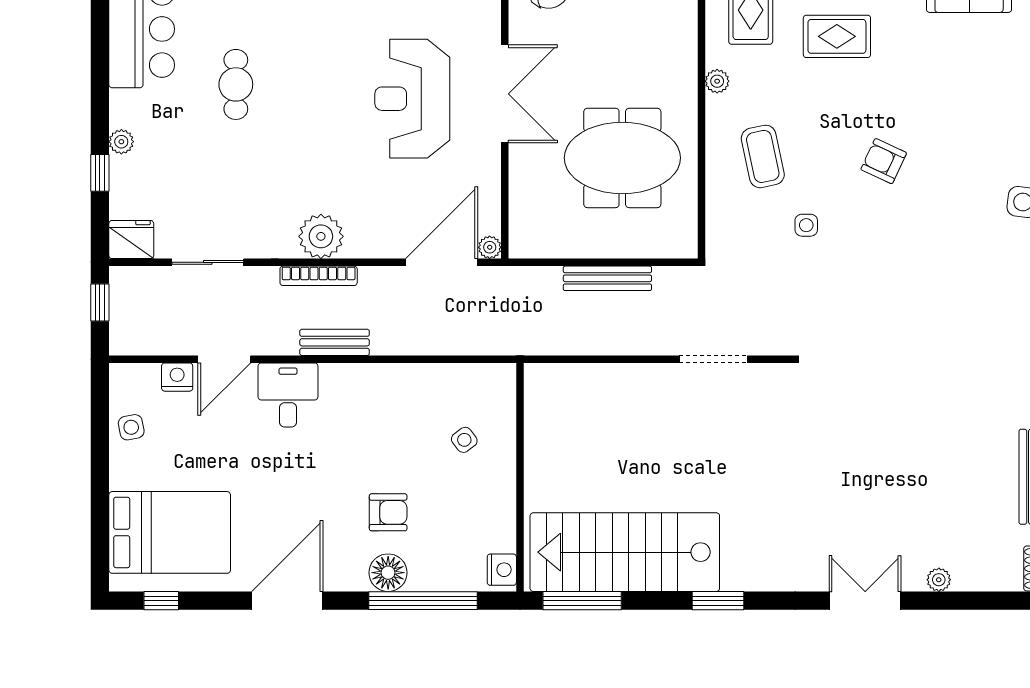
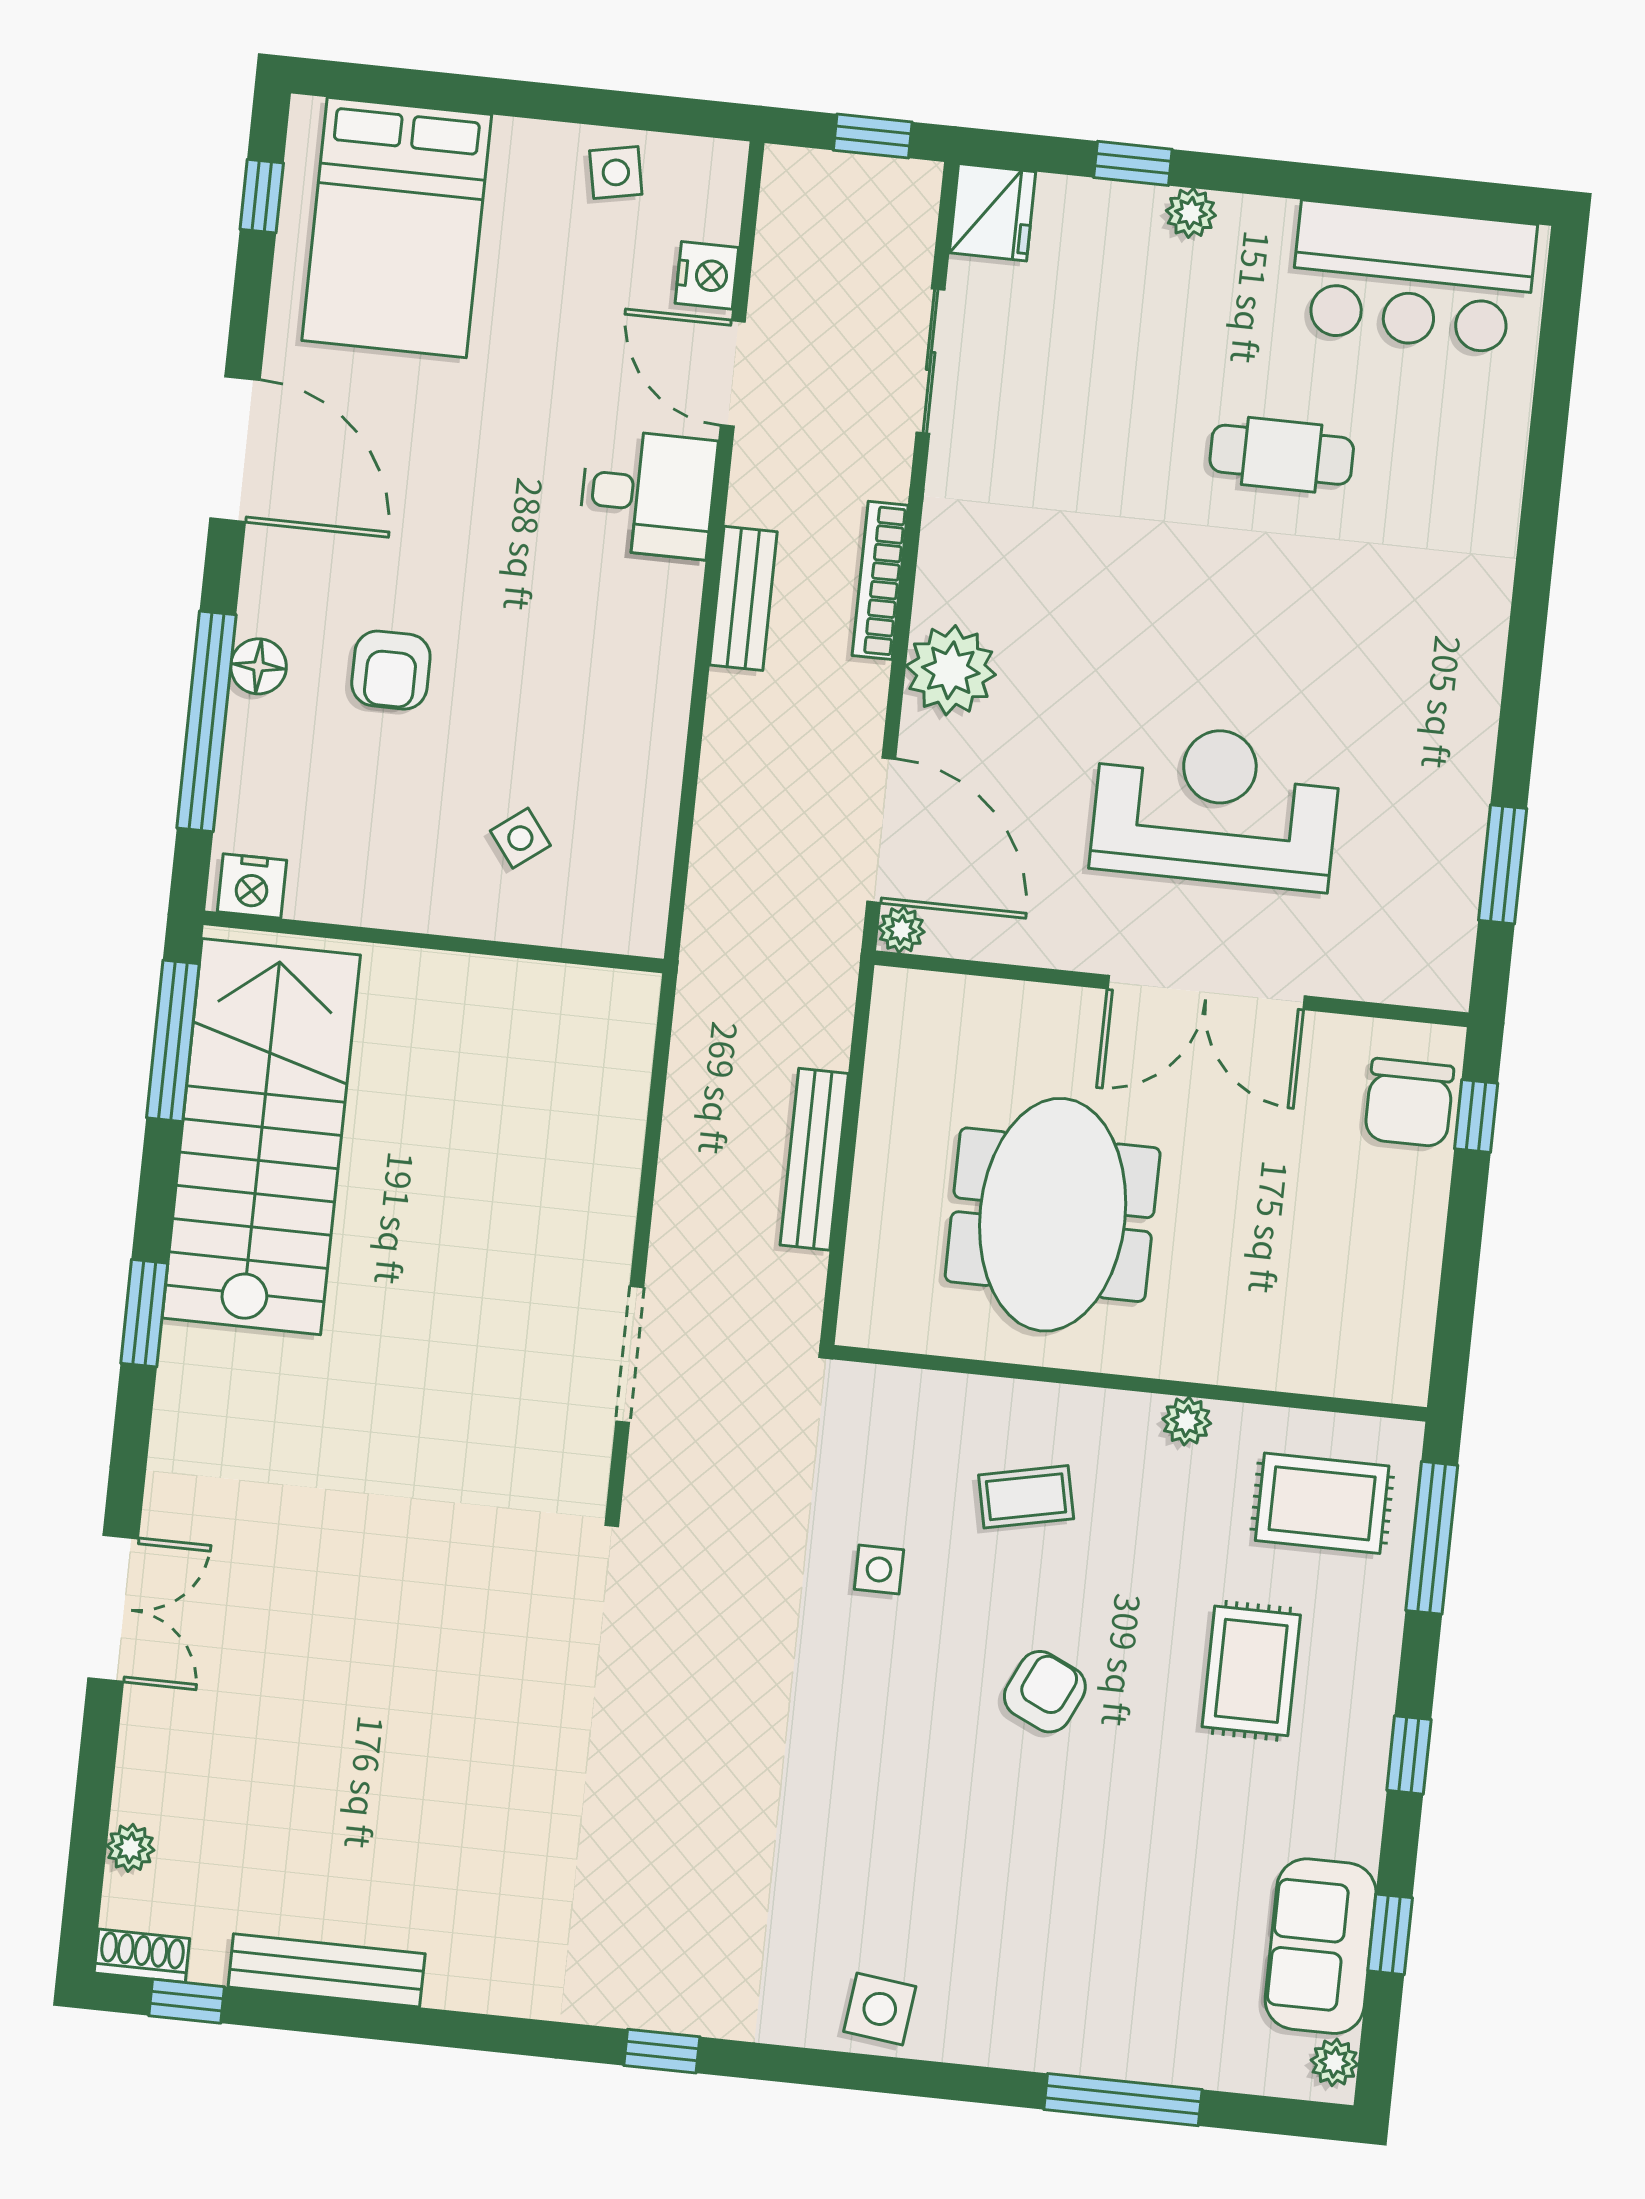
coffee table: (763, 156) -> (1026, 1497), width x0.73, depth x0.77
armchair: (884, 161) -> (1045, 1692), moved
plant: (321, 236) -> (951, 670), moved
floor lamp: (388, 573) -> (258, 666), width x0.73, depth x0.73
plant: (939, 580) -> (130, 1848), moved

